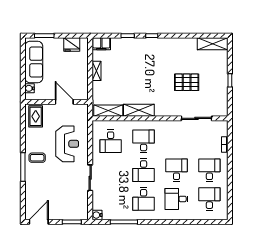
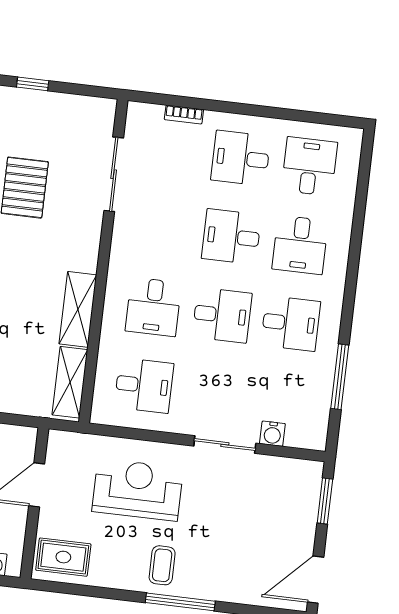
desk: (144, 141) -> (153, 307), turned -90
desk: (209, 199) -> (309, 166), turned 90
water cooler: (97, 215) -> (272, 434), moved
door: (39, 222) -> (316, 580), hinge flipped

